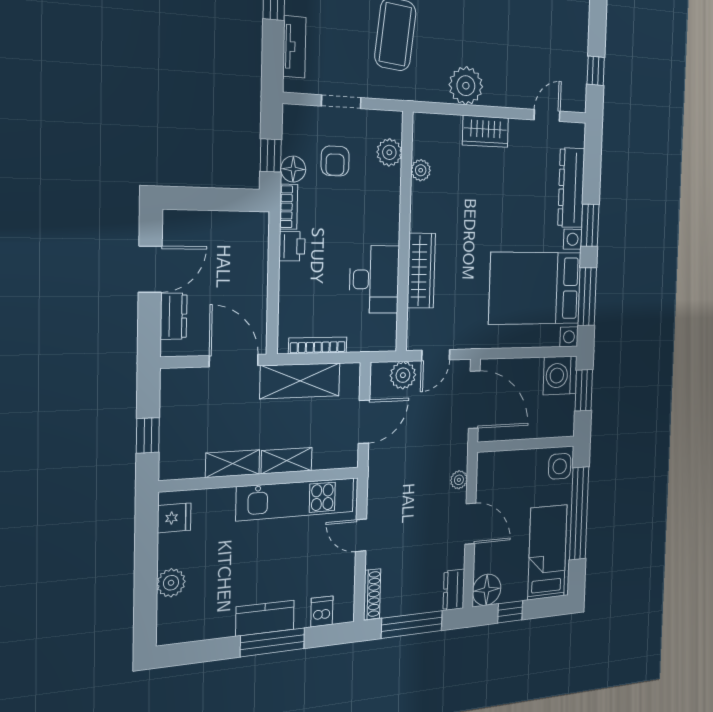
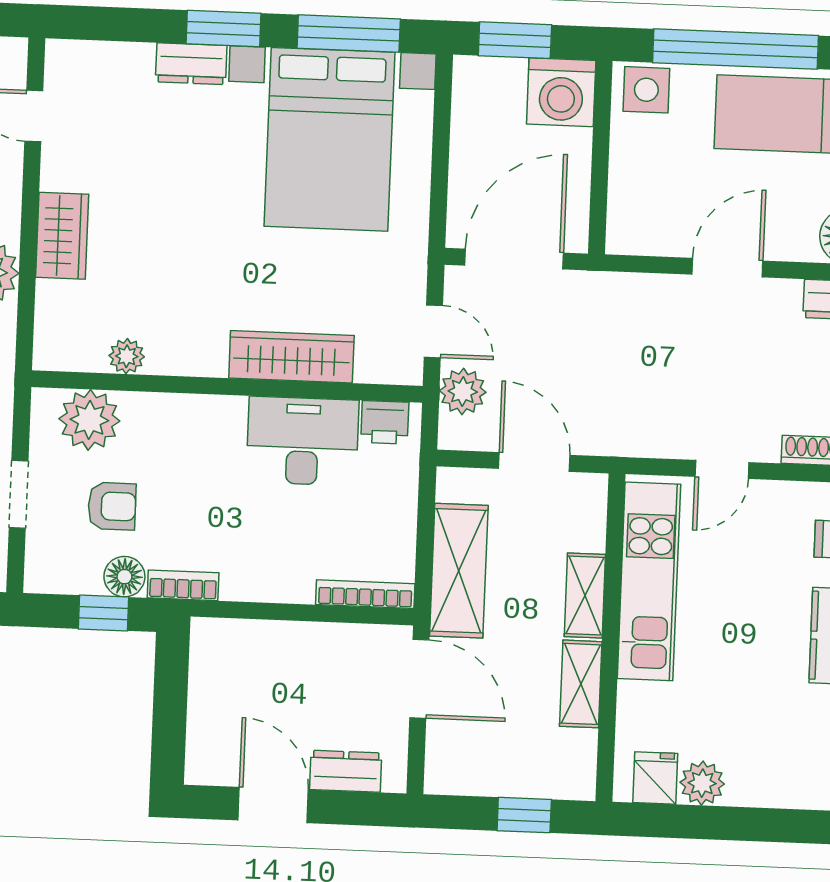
plant: (389, 152) -> (89, 420), width x1.36, depth x1.36
dresser: (571, 188) -> (191, 64), width x0.51, depth x0.80
printer: (292, 246) -> (385, 422), moved, turned 180
bookcase: (318, 345) -> (365, 594), moved, turned 90
door: (234, 361) -> (419, 679), swing flipped
washing machine: (560, 375) -> (561, 92), moved
plant: (459, 480) -> (649, 289), removed
plant: (171, 583) -> (702, 783), moved

